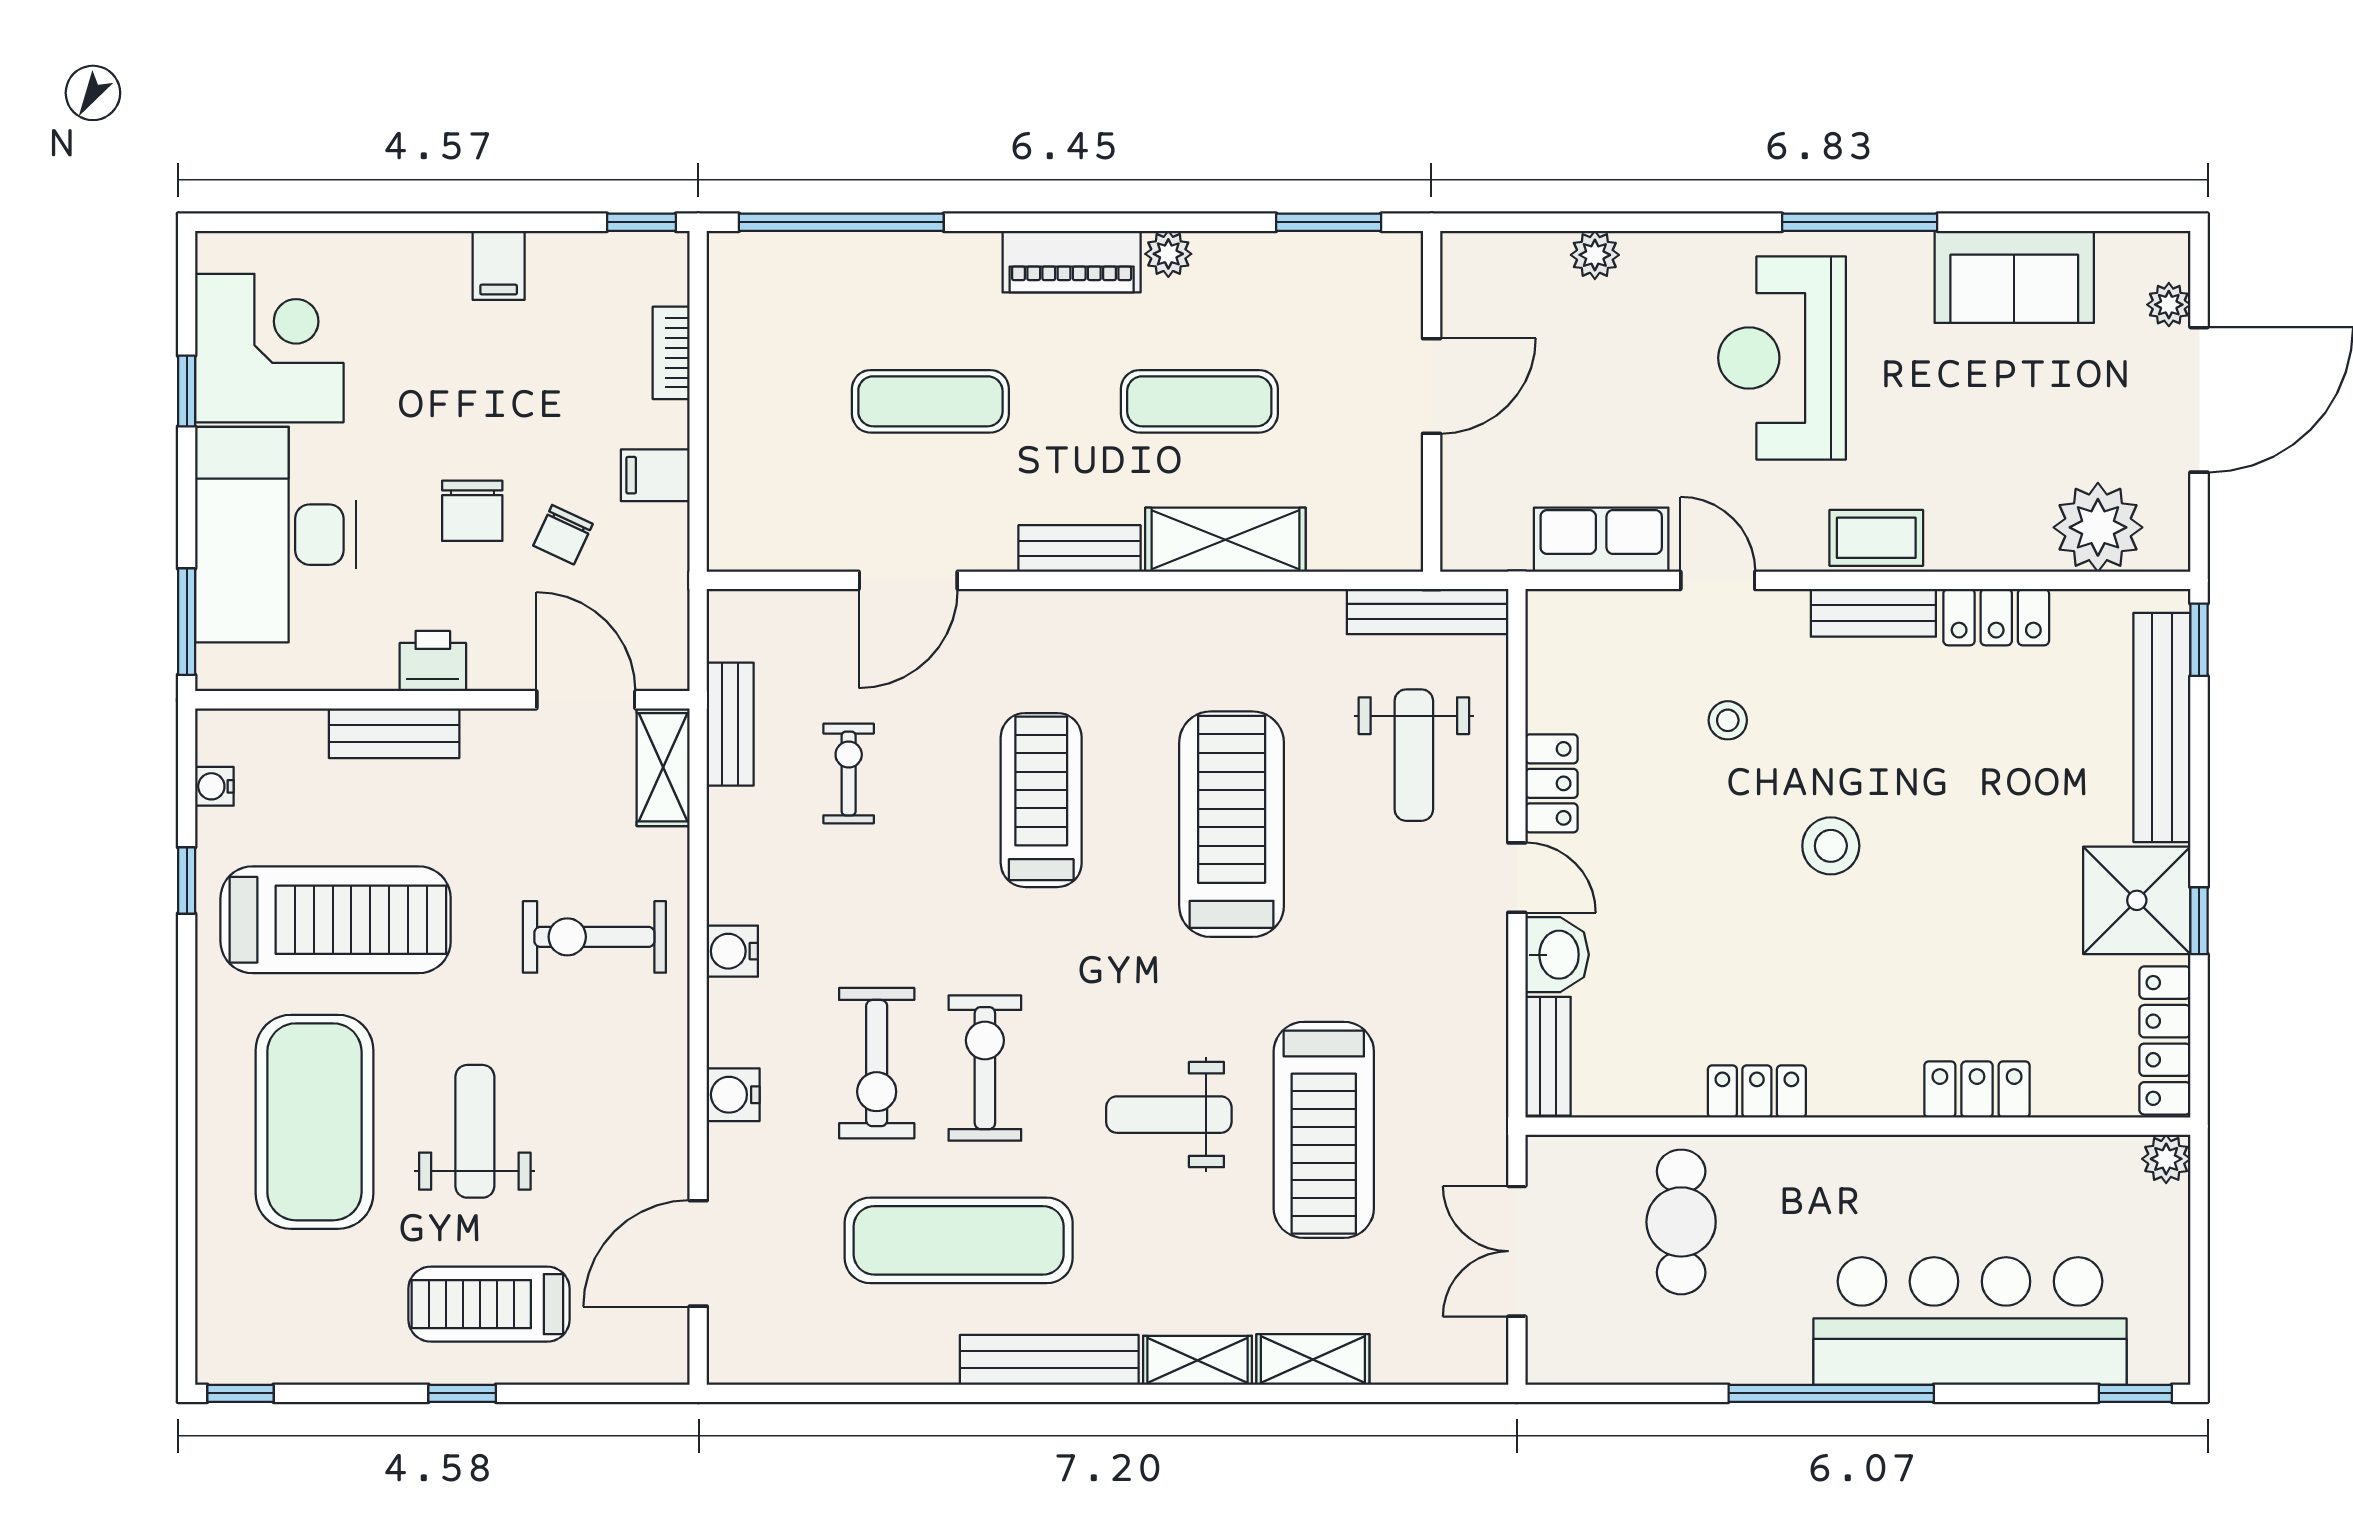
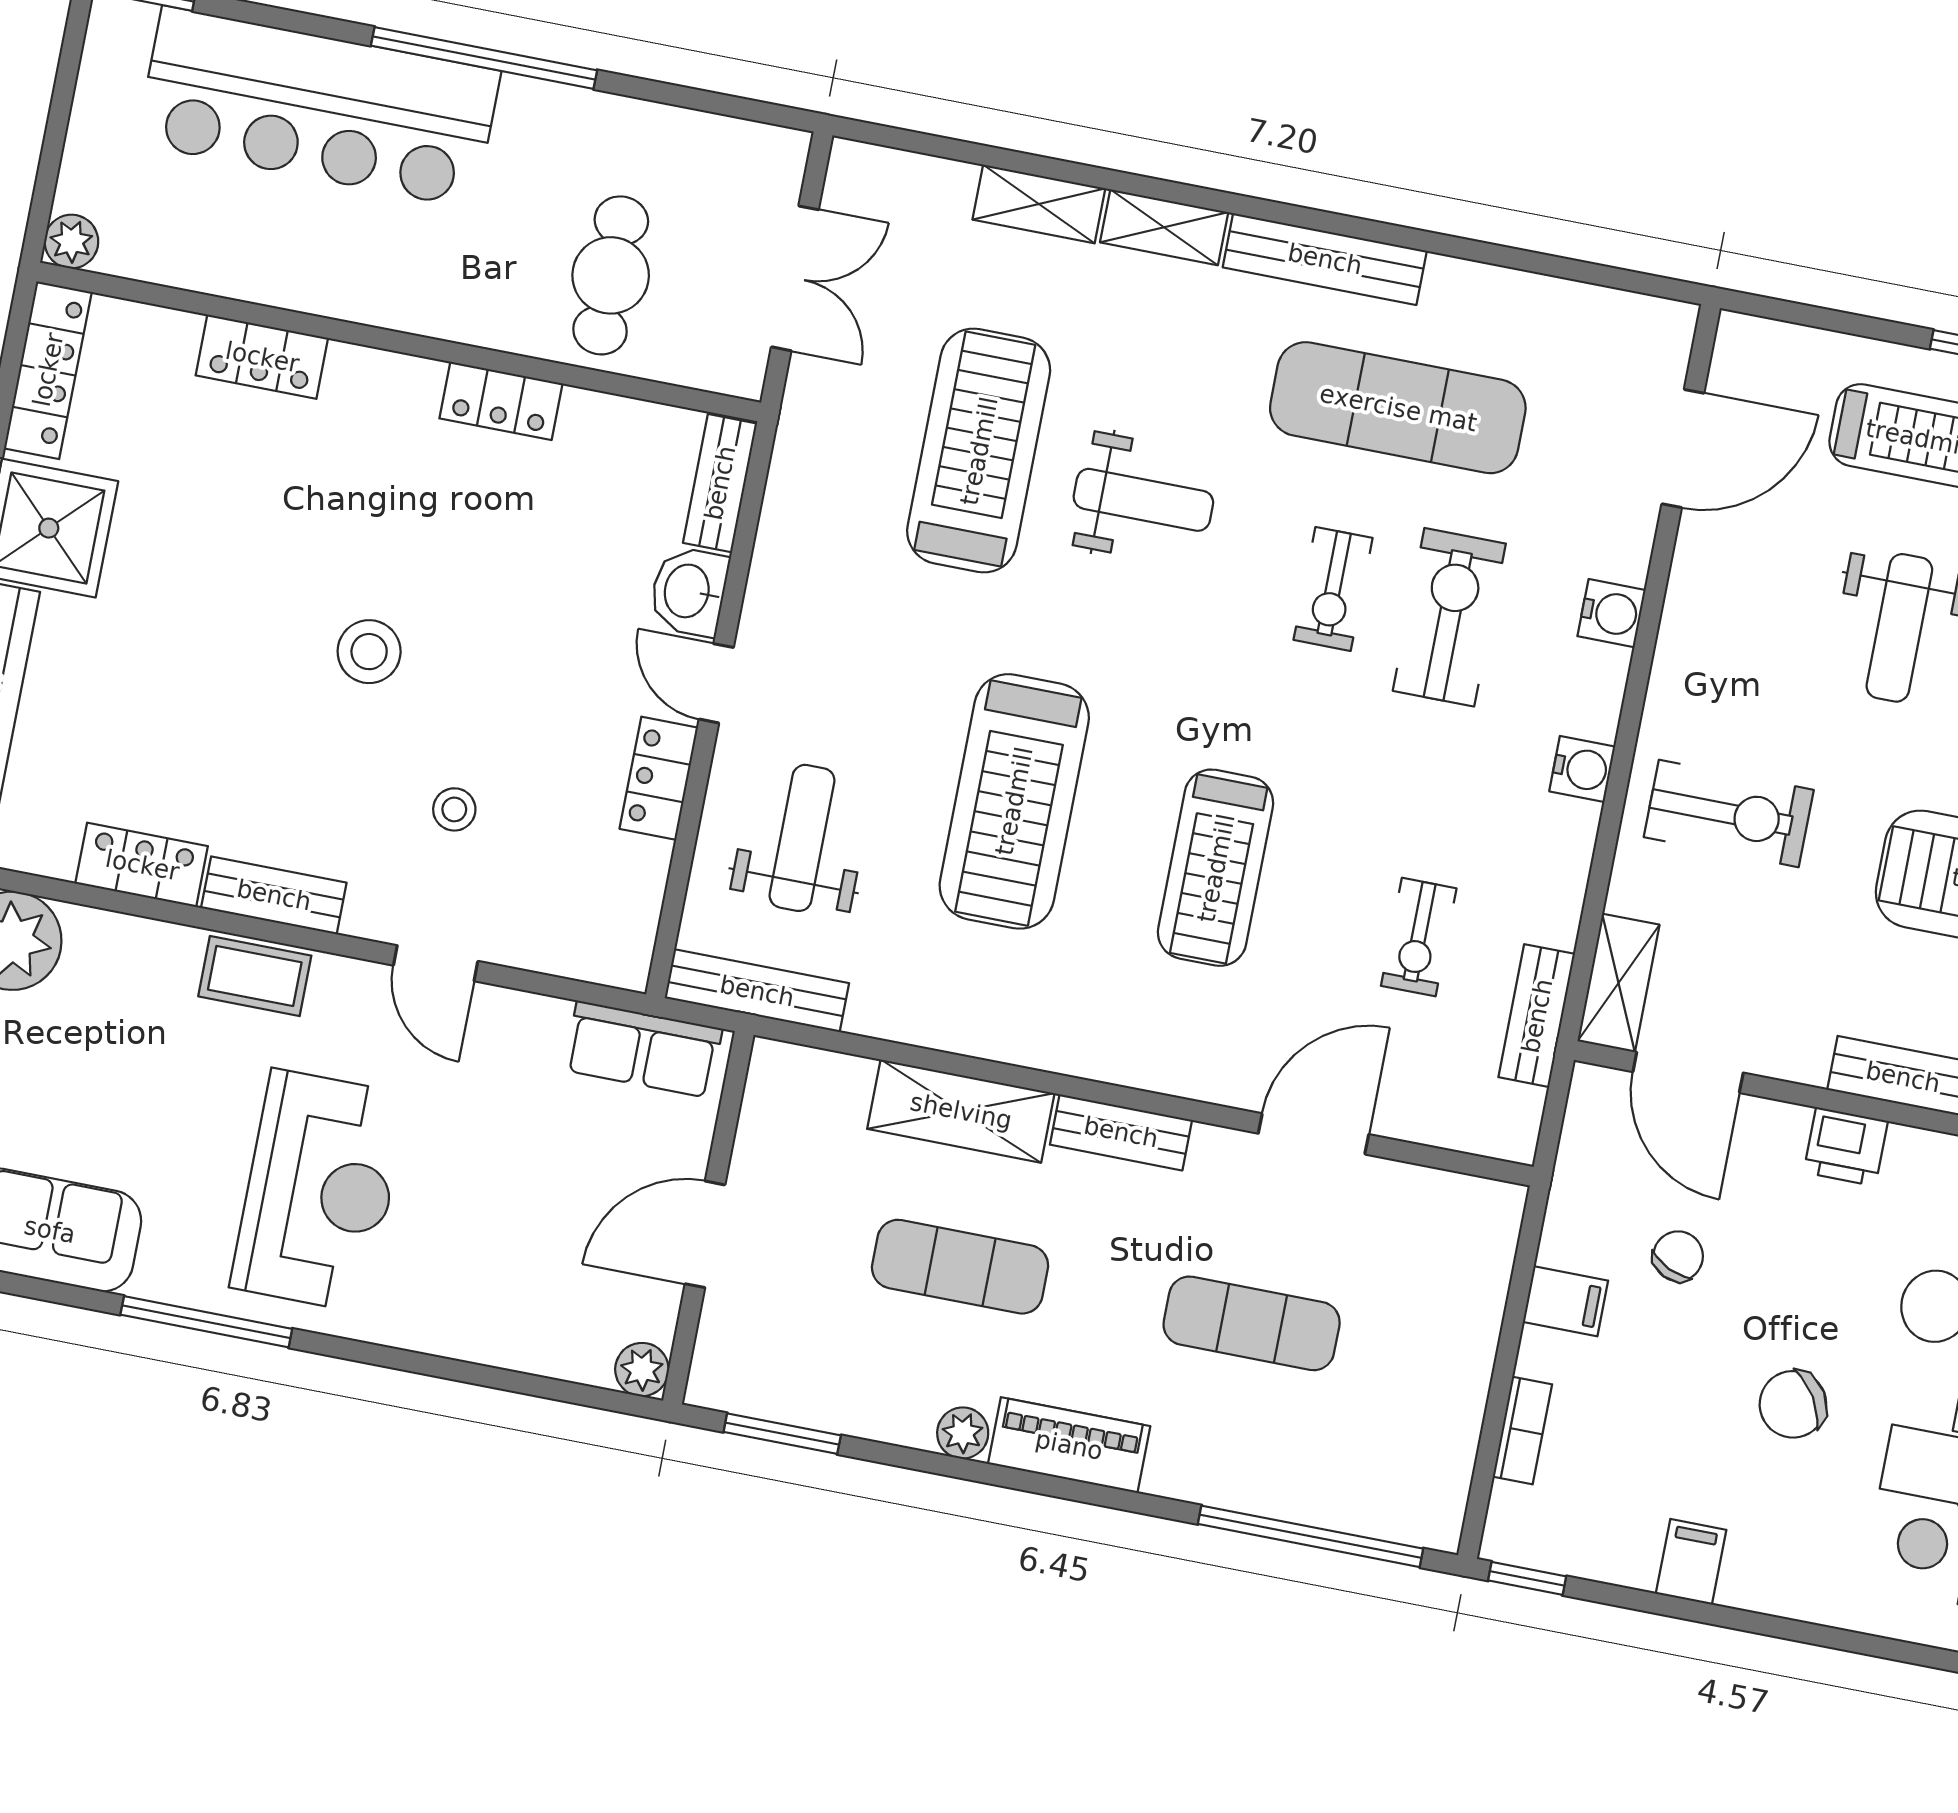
plant: (1595, 255) -> (642, 1370), moved
chair: (472, 511) -> (1793, 1404), moved, turned -122
row of seats: (1601, 540) -> (643, 1049), moved
exercise bike: (985, 1068) -> (1333, 589), width x0.73, depth x0.72

